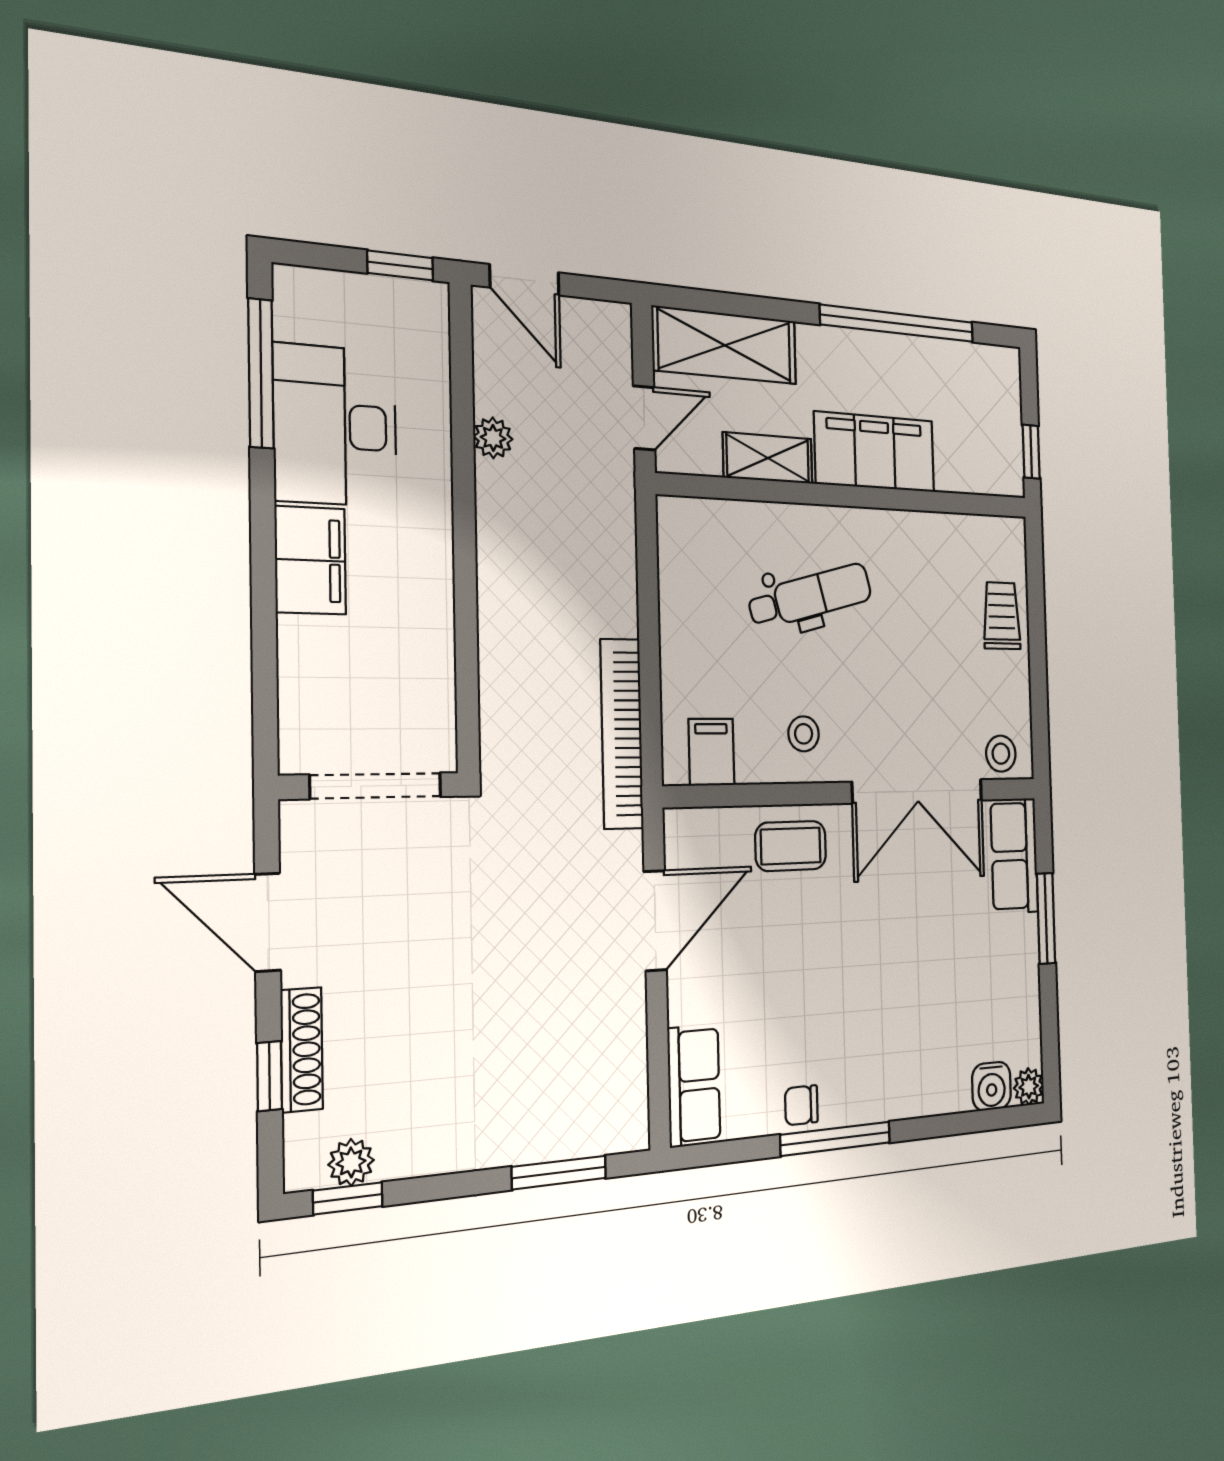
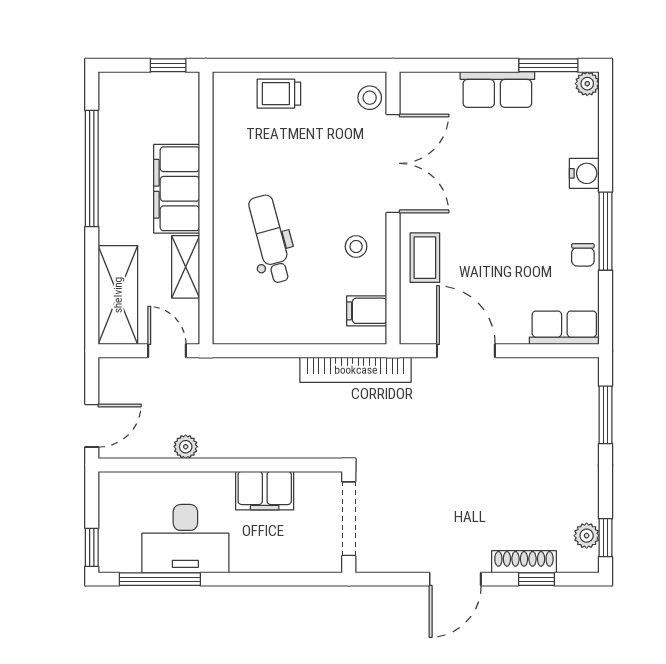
window: (400, 265) -> (92, 547), moved
filing cabinet: (310, 560) -> (265, 491), moved, turned 180
wall: (370, 786) -> (349, 522), moved
doorway: (376, 786) -> (349, 519), moved
row of seats: (1014, 856) -> (497, 89), moved
window: (1046, 918) -> (548, 65), moved
water cooler: (992, 1086) -> (584, 173), moved

